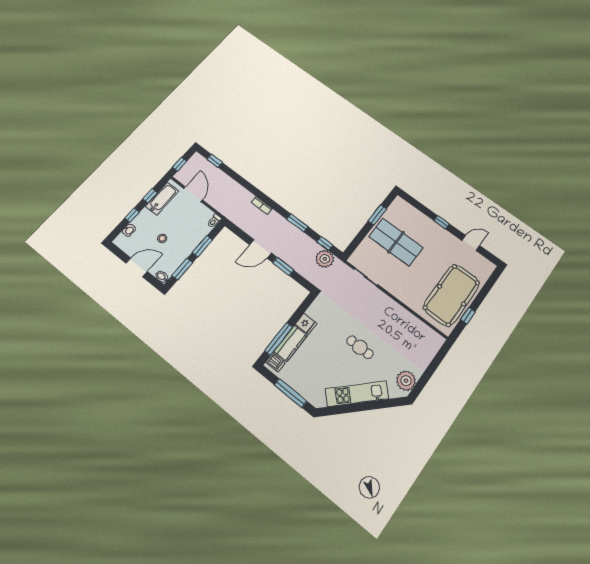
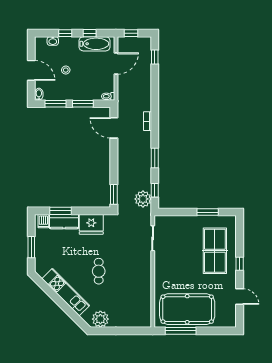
table tennis table: (396, 242) -> (215, 251), moved
door: (260, 249) -> (114, 128), moved
window: (283, 266) -> (114, 194), moved
window: (468, 316) -> (181, 331), width x2.17
fridge: (306, 324) -> (91, 224), width x1.88, depth x1.34
window: (279, 339) -> (61, 211), width x0.69
window: (291, 393) -> (31, 247), width x0.69

